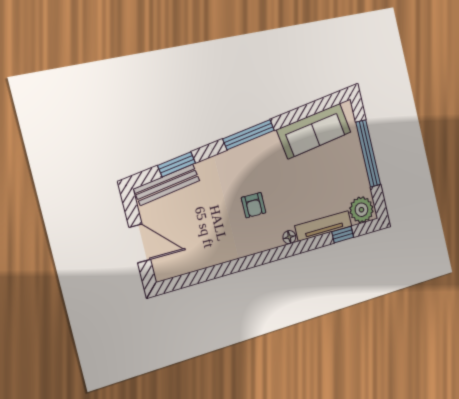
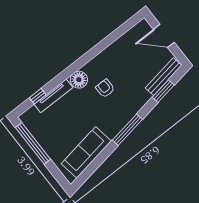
window: (368, 153) -> (33, 143), moved
plant: (361, 210) -> (32, 118), removed
floor lamp: (289, 237) -> (79, 80), width x1.89, depth x1.89

